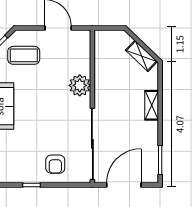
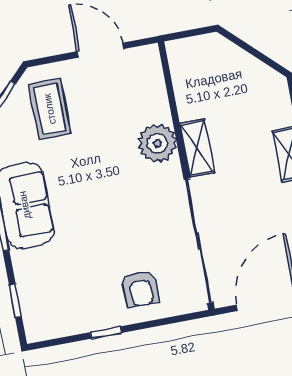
coffee table: (24, 55) -> (50, 109), turned 90
shelving: (141, 56) -> (197, 148), moved, turned 46

